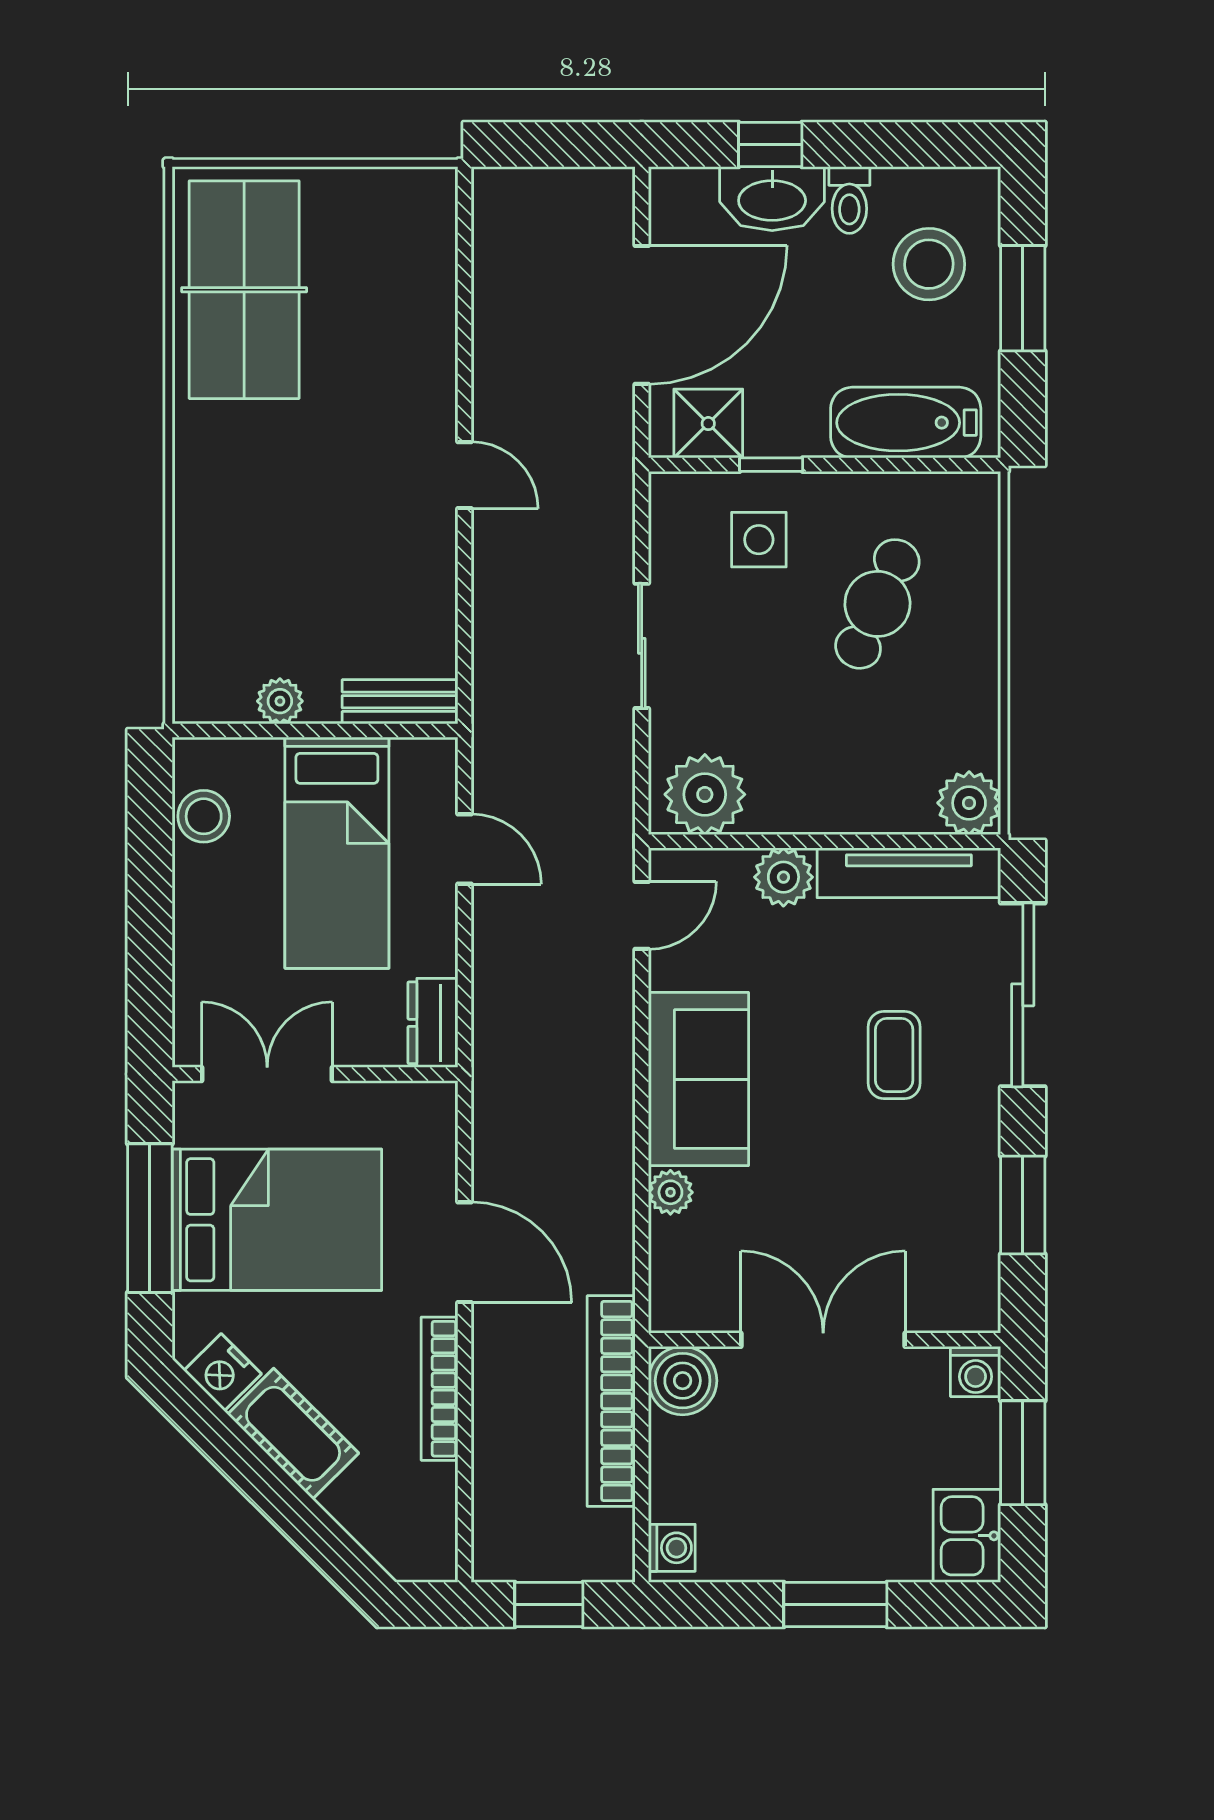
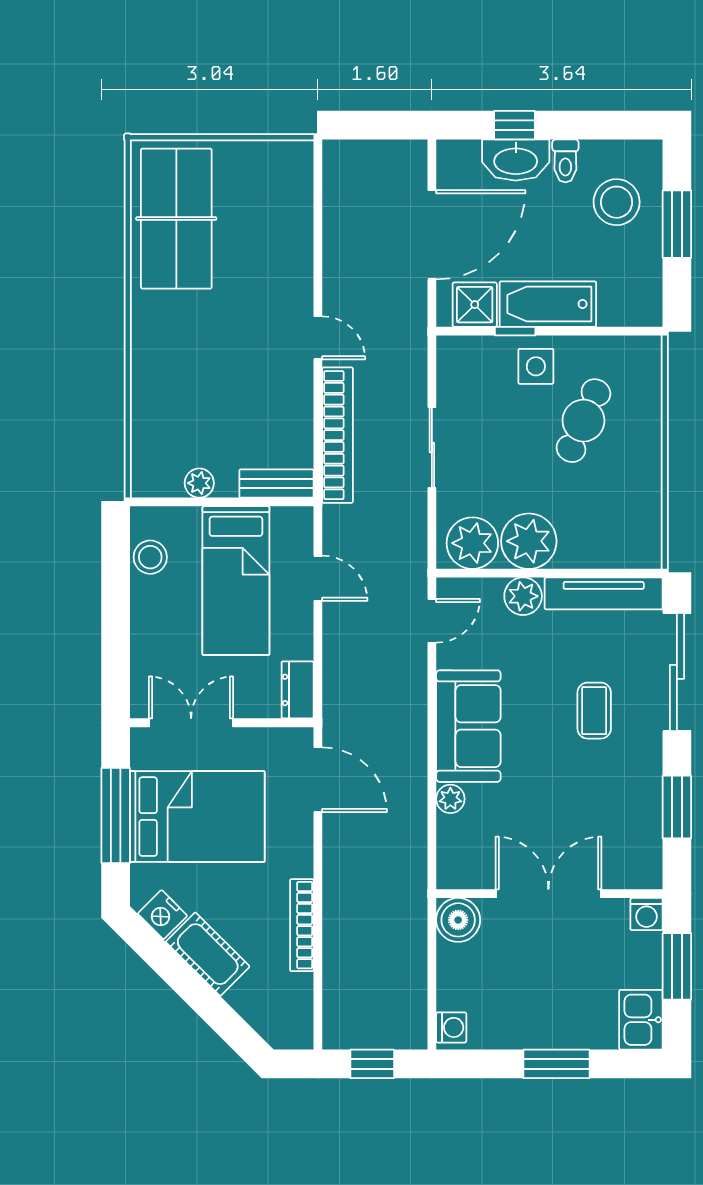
bathtub: (906, 423) -> (548, 304), moved
side table: (759, 540) -> (536, 366), moved
plant: (969, 803) -> (529, 541), moved, width x1.36, depth x1.36
door: (464, 1252) -> (318, 780), moved
bookcase: (611, 1401) -> (338, 435), moved, turned 180

